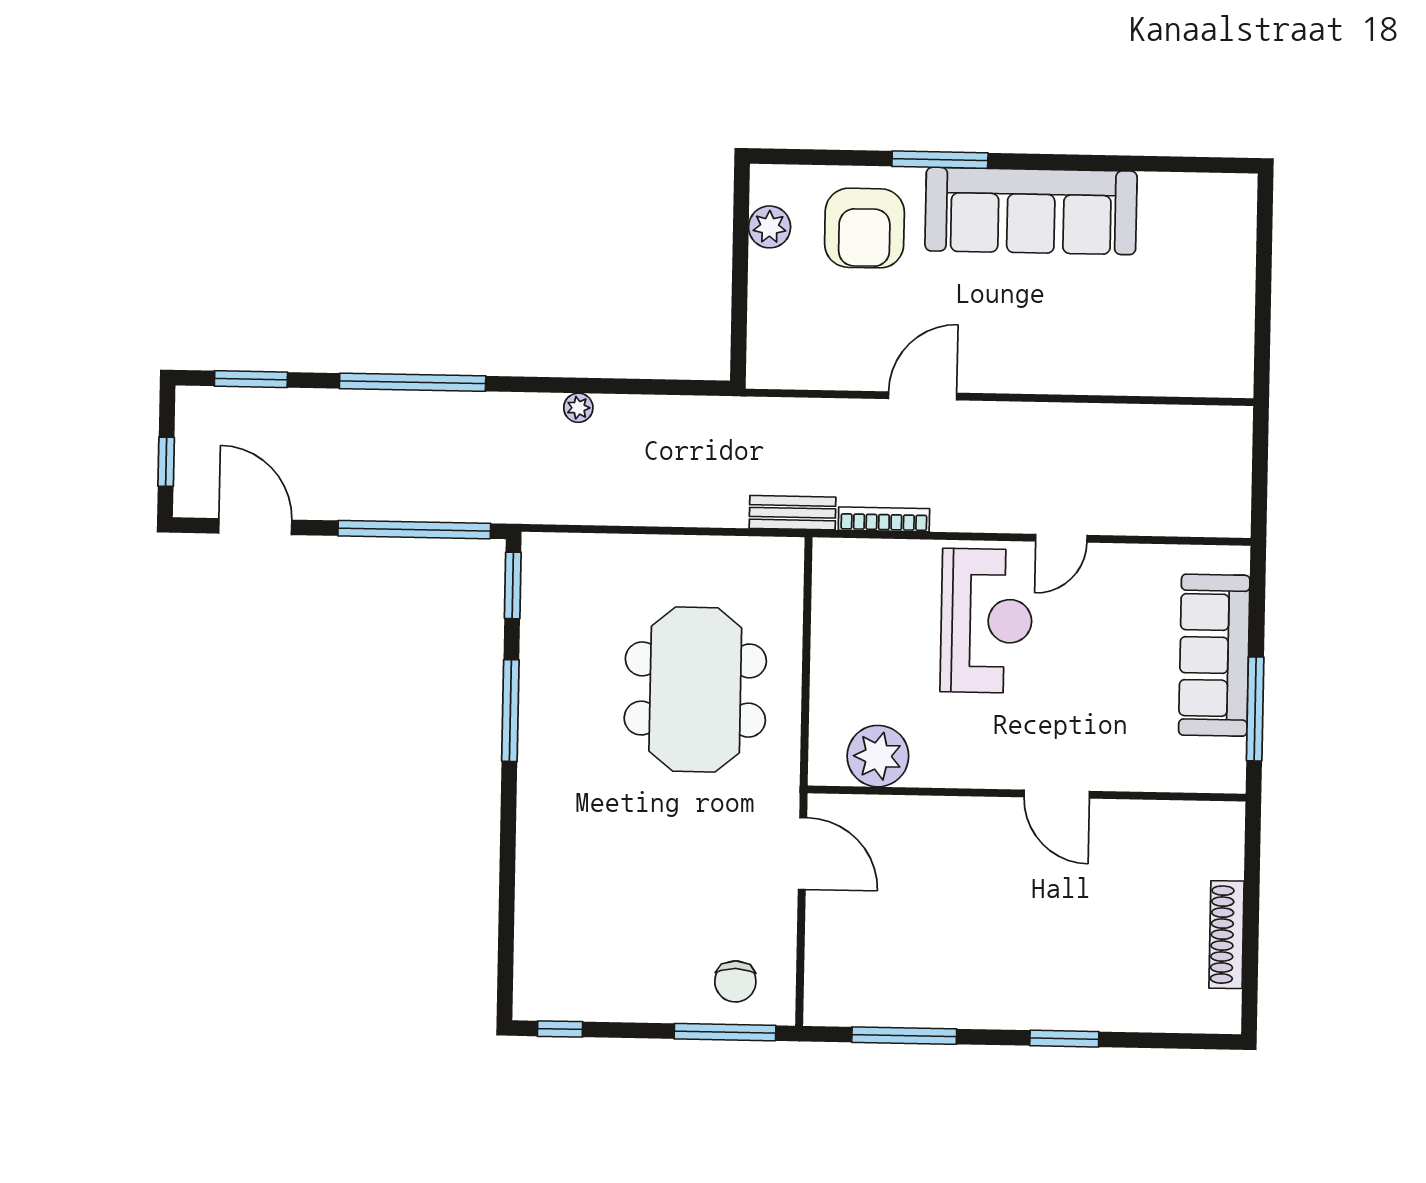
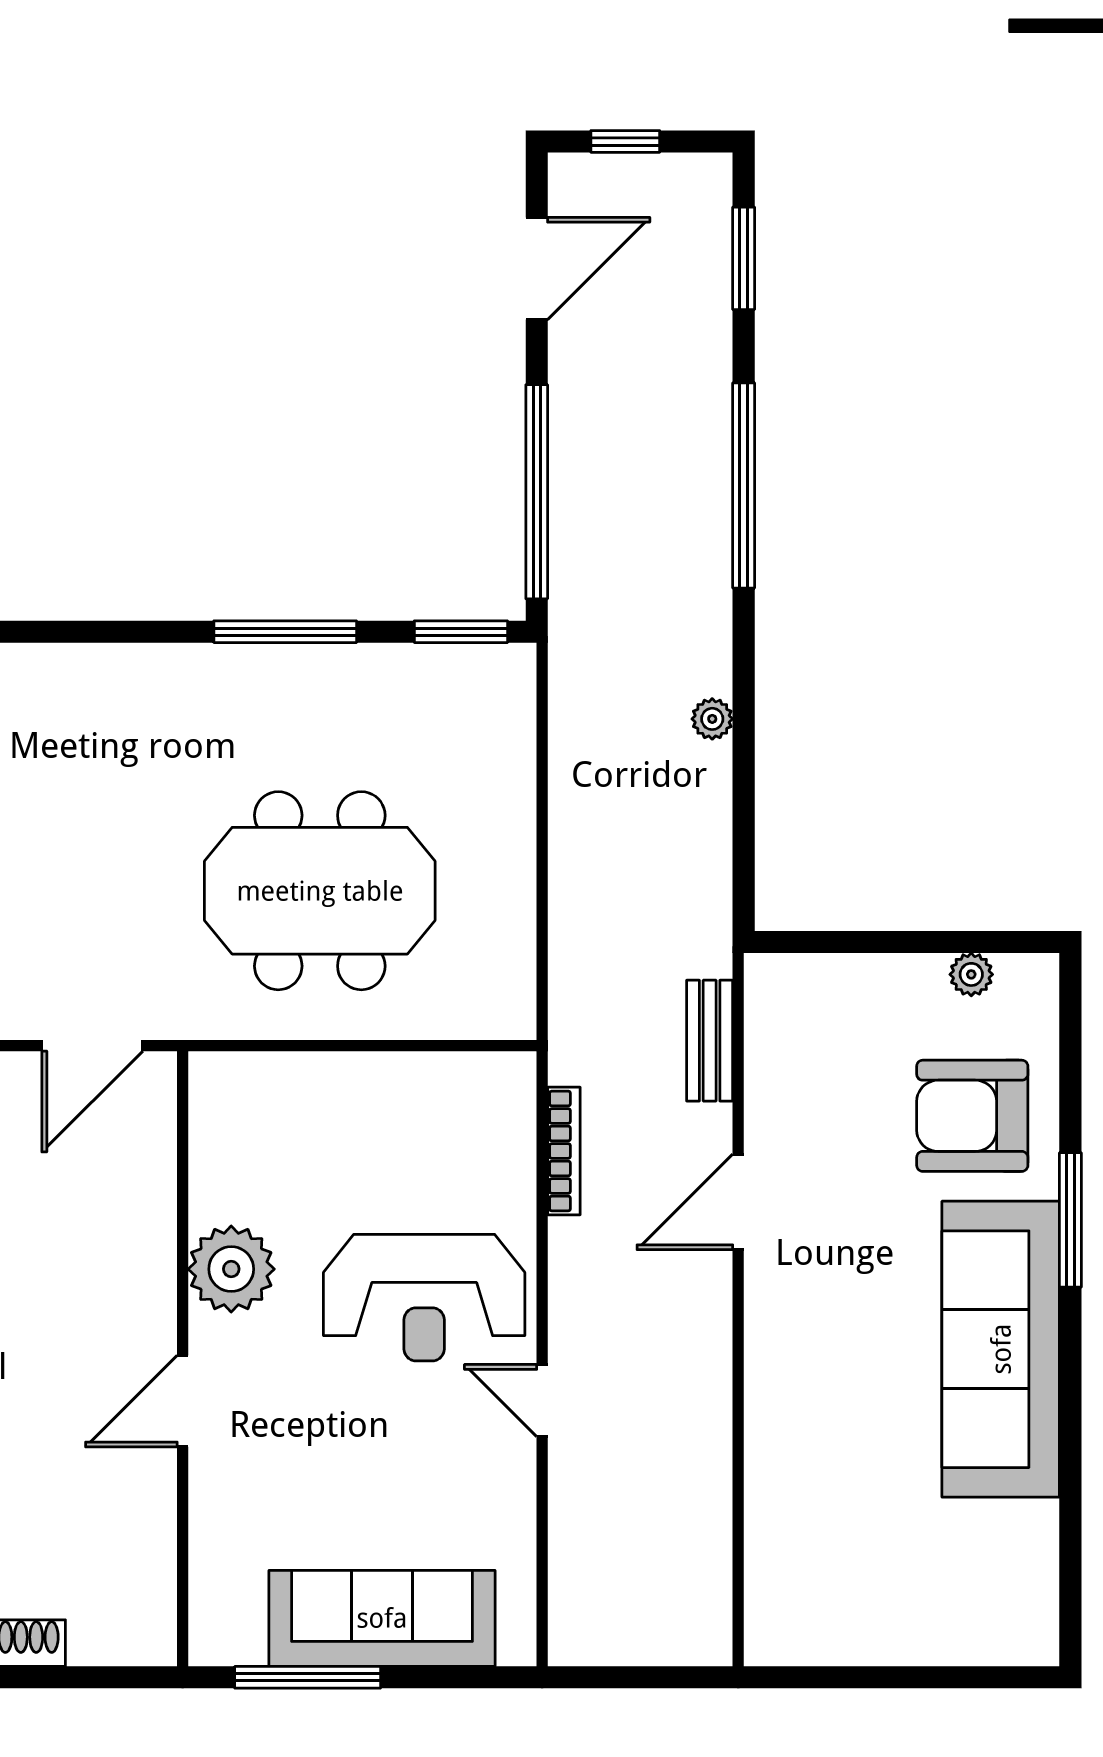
plant: (770, 227) -> (971, 974), width x0.73, depth x0.73
door: (923, 396) -> (738, 1202), swing flipped
bench: (792, 513) -> (710, 1041), moved
plant: (878, 756) -> (231, 1269), moved

